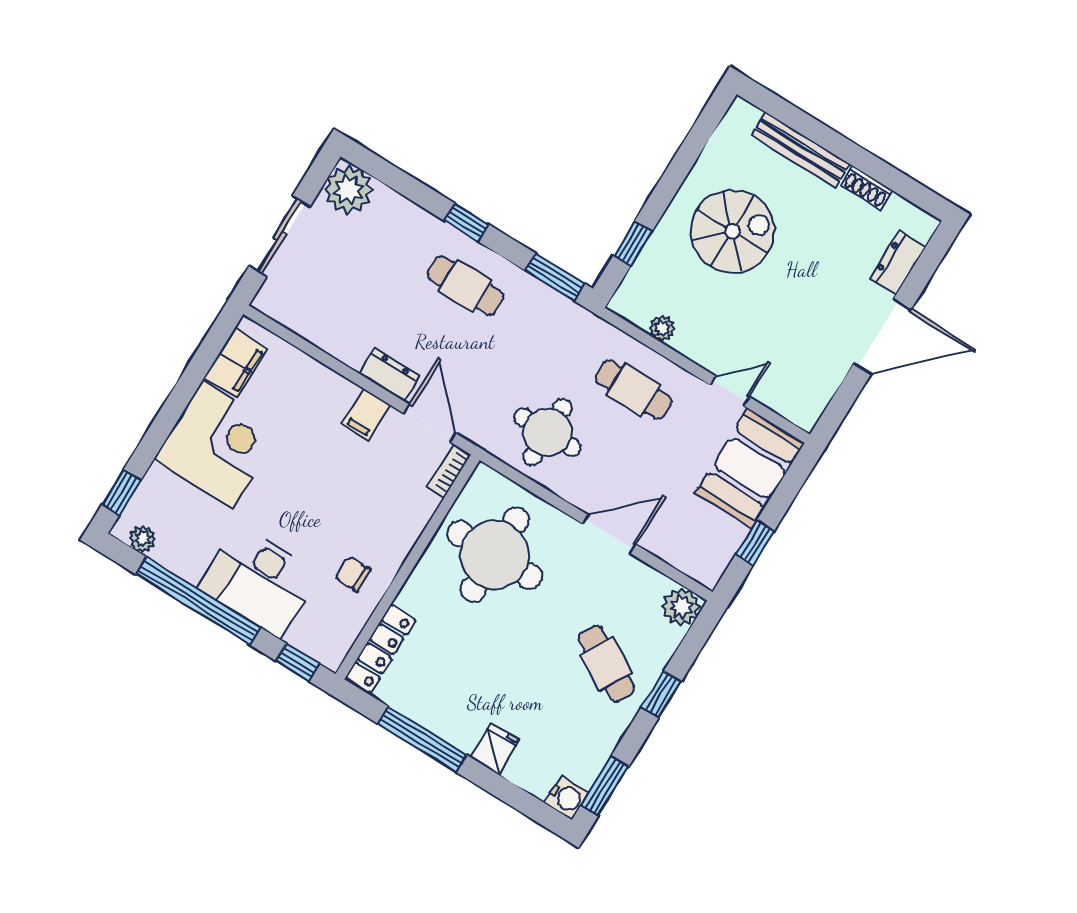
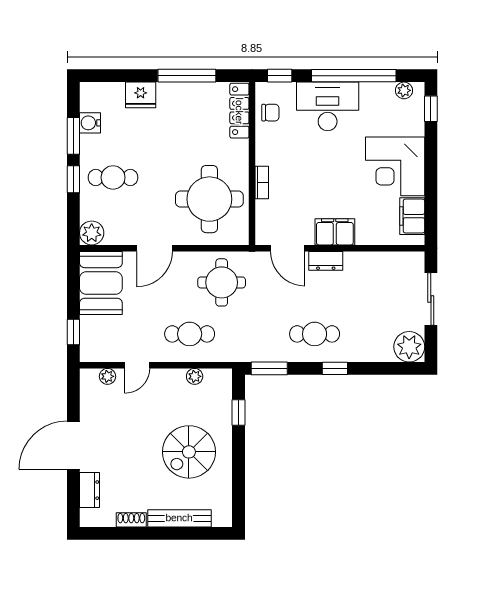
plant: (779, 401) -> (107, 376), added
filing cabinet: (366, 414) -> (335, 232), width x2.00
booth: (750, 468) -> (101, 283), moved
bookcase: (449, 471) -> (262, 183), moved
window: (755, 543) -> (73, 332), moved
chair: (353, 574) -> (270, 113), moved
cafe table: (606, 664) -> (113, 177), turned -30
fridge: (495, 749) -> (141, 95), width x1.38
window: (605, 786) -> (73, 136), moved
water cooler: (567, 798) -> (90, 123), moved

